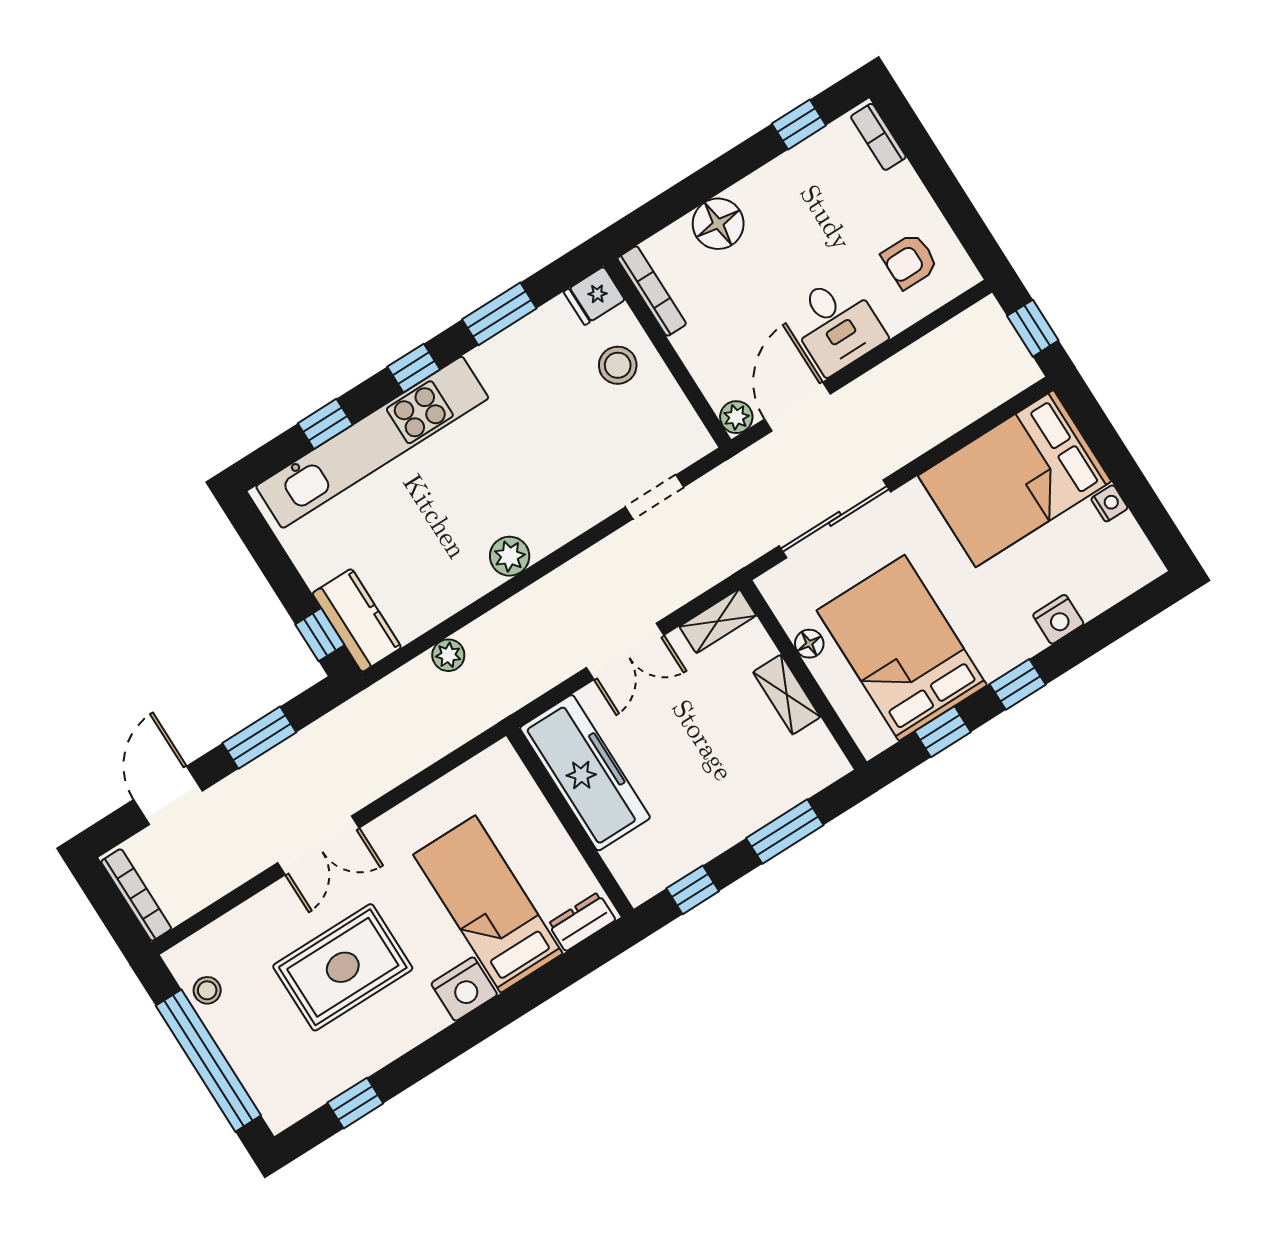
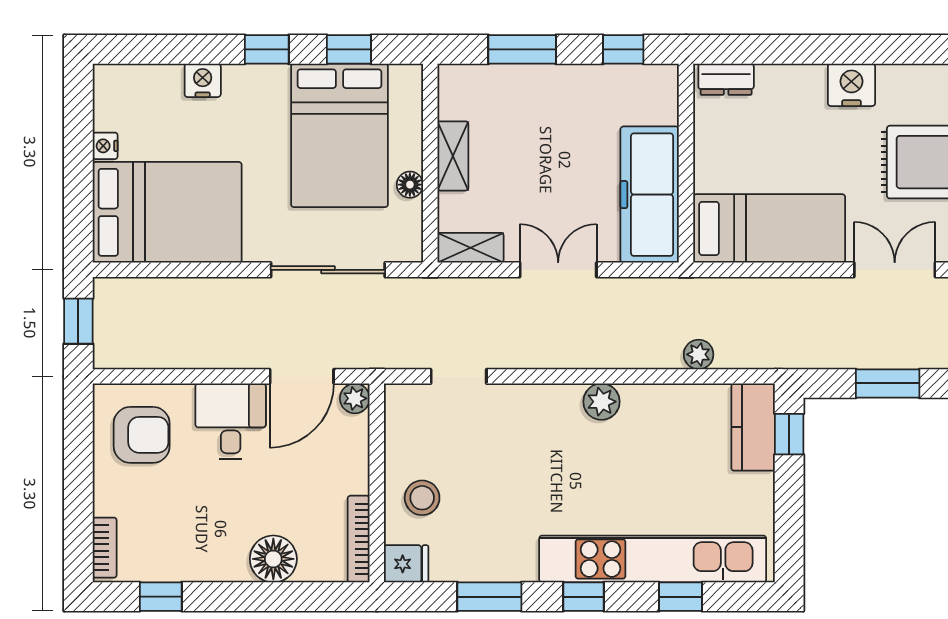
armchair: (910, 261) -> (142, 435), width x1.38, depth x1.38
bed: (488, 904) -> (769, 228), moved, turned -90

